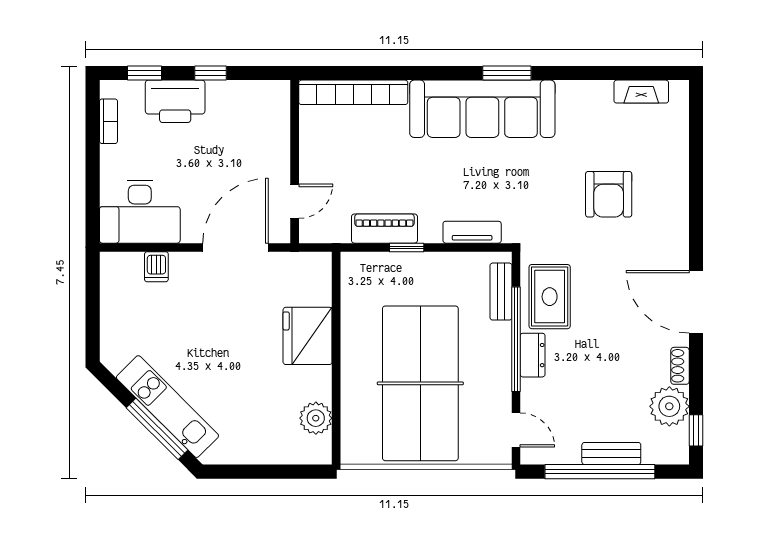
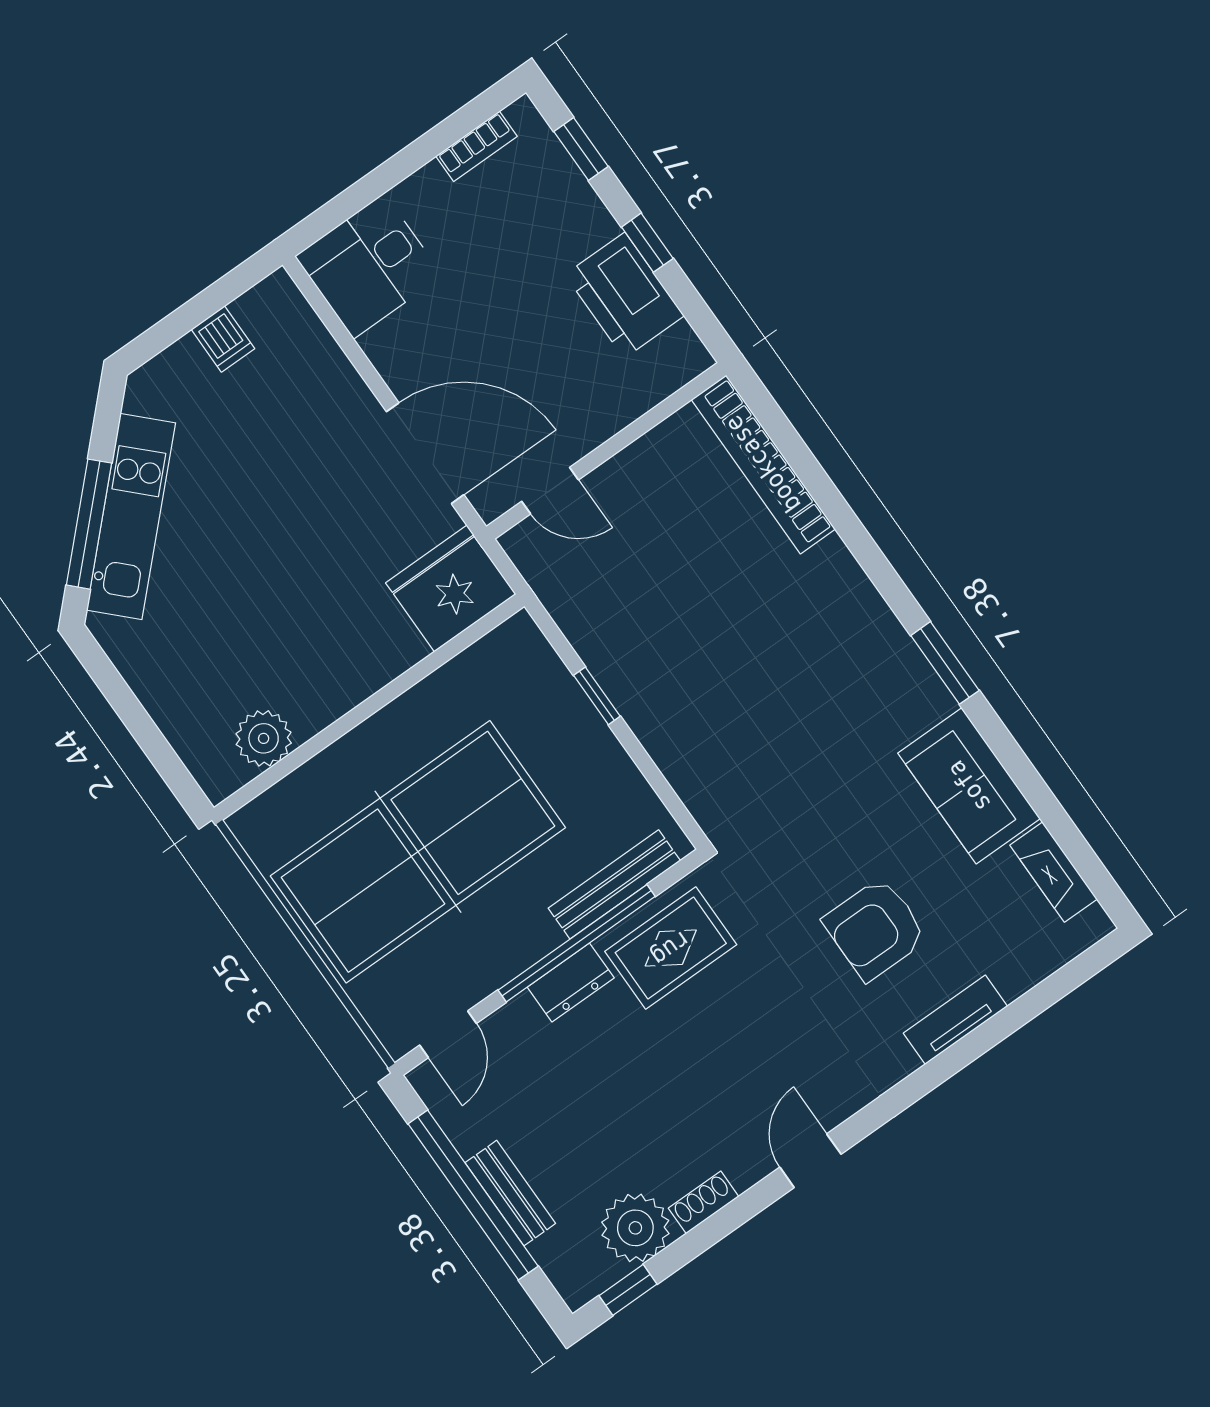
printer: (175, 101) -> (624, 295), moved
sofa: (482, 109) -> (969, 786), moved, width x0.54, depth x0.79
desk: (140, 212) -> (369, 266), width x0.73
piano: (384, 229) -> (601, 646), removed
tv unit: (472, 232) -> (955, 1020), moved, turned -90
dishwasher: (156, 267) -> (223, 339), moved, turned -90
bench: (501, 292) -> (614, 884), width x1.36
door: (696, 302) -> (810, 1161), width x0.53
fridge: (308, 336) -> (451, 588), moved

